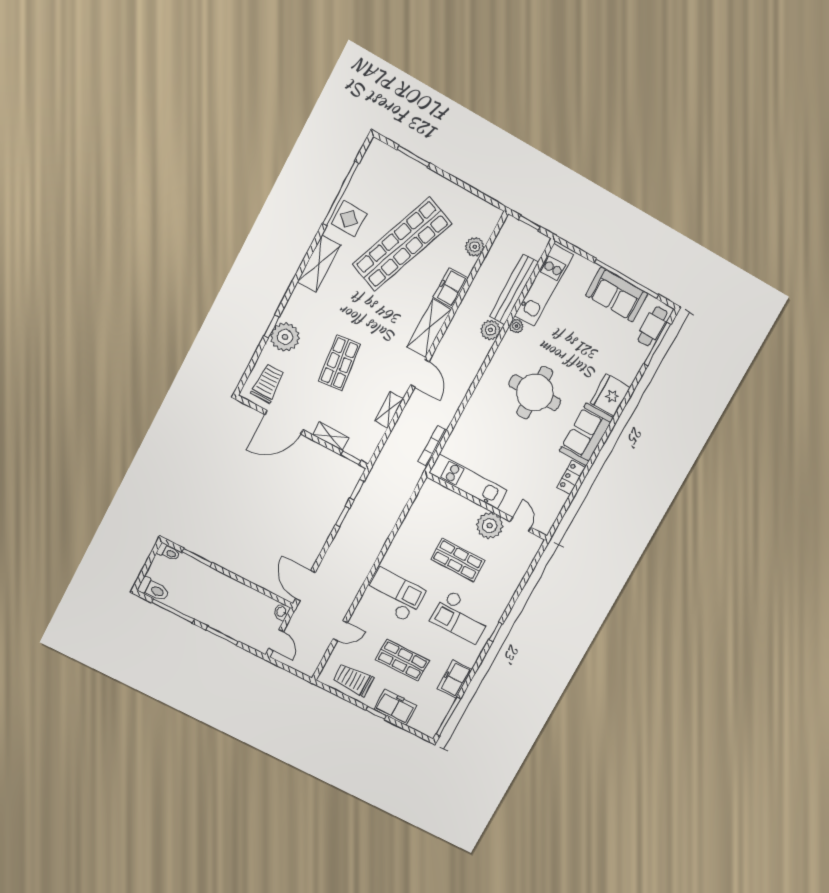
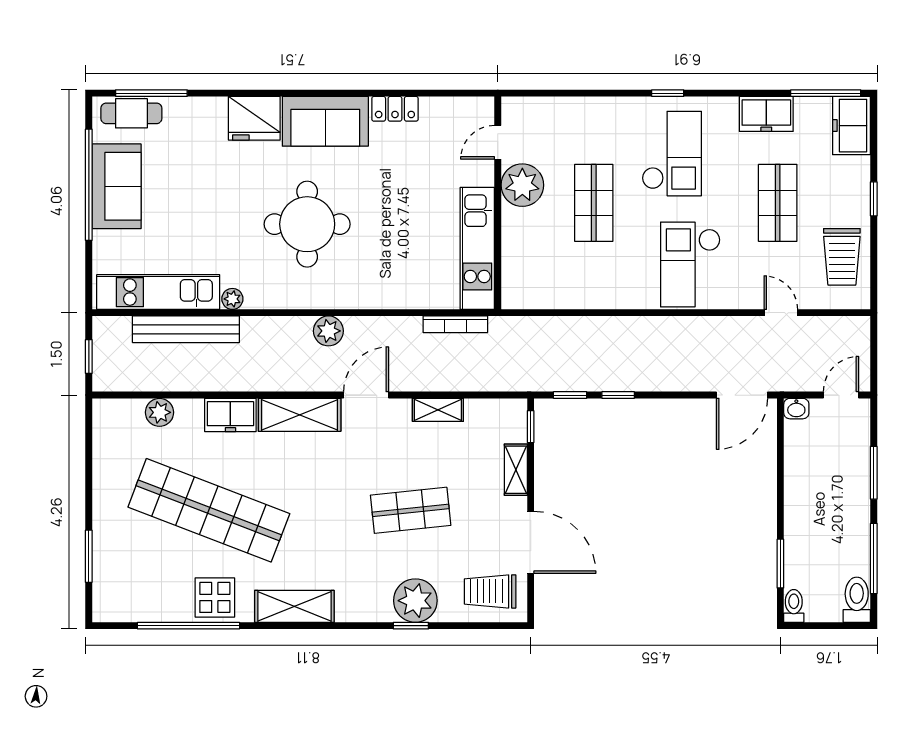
plant: (491, 330) -> (328, 331), moved
freezer: (395, 707) -> (851, 126), moved

